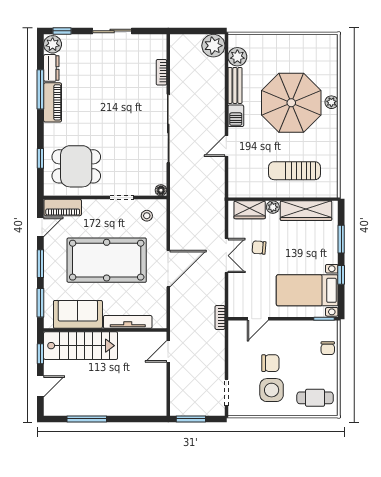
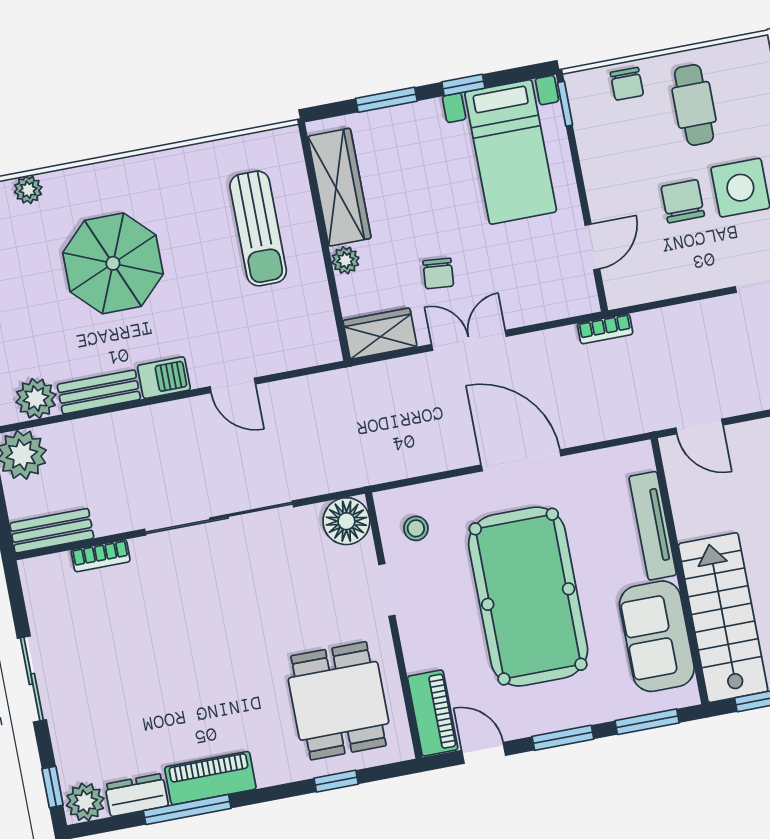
bench: (177, 53) -> (52, 531), added
plant: (331, 102) -> (28, 190), moved
parasol: (291, 103) -> (113, 263), width x0.73, depth x0.73
floor lamp: (161, 190) -> (346, 521), width x1.89, depth x1.89
wardrobe: (250, 210) -> (380, 334), moved, turned -90
door: (258, 319) -> (592, 247), hinge flipped
chair: (328, 348) -> (627, 84), turned 90
cafe table: (315, 398) -> (694, 105), moved

